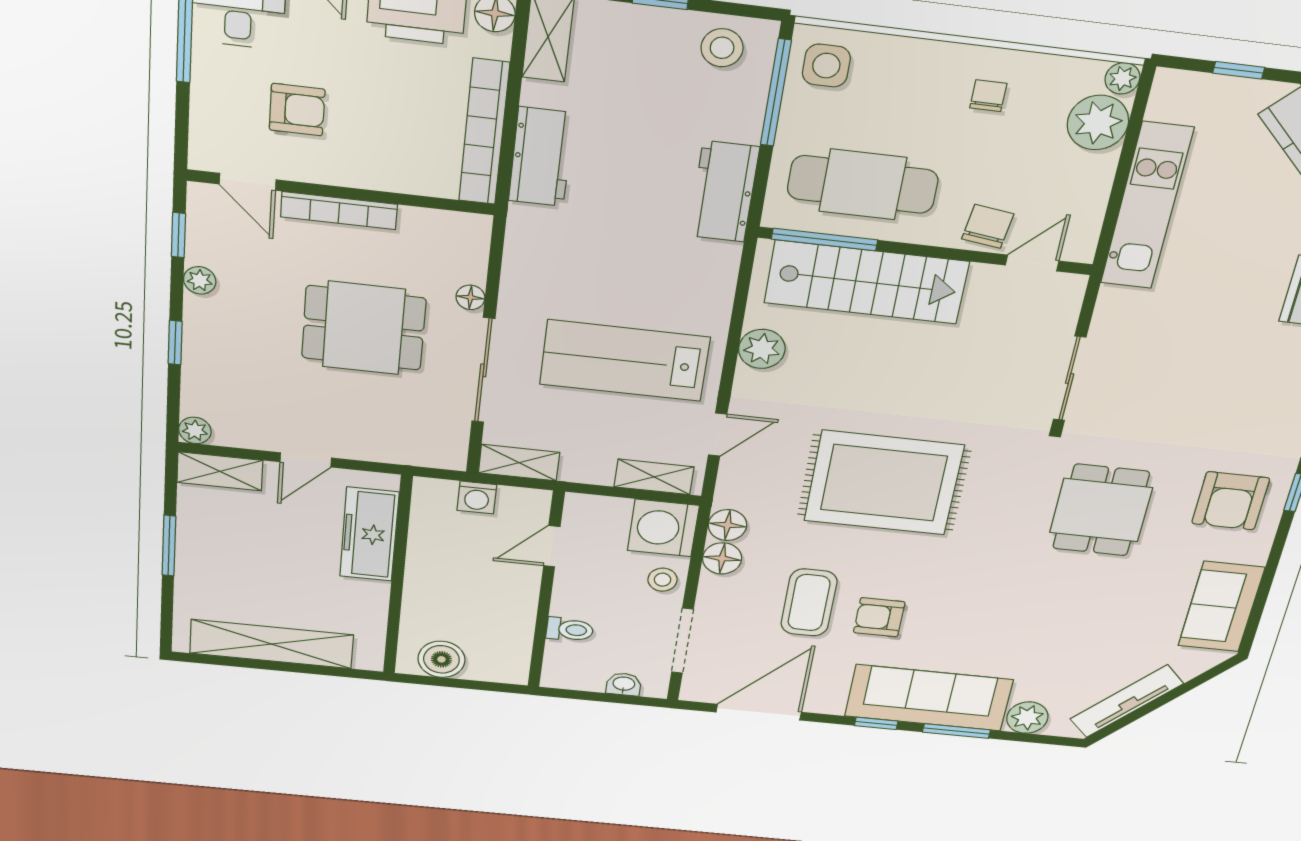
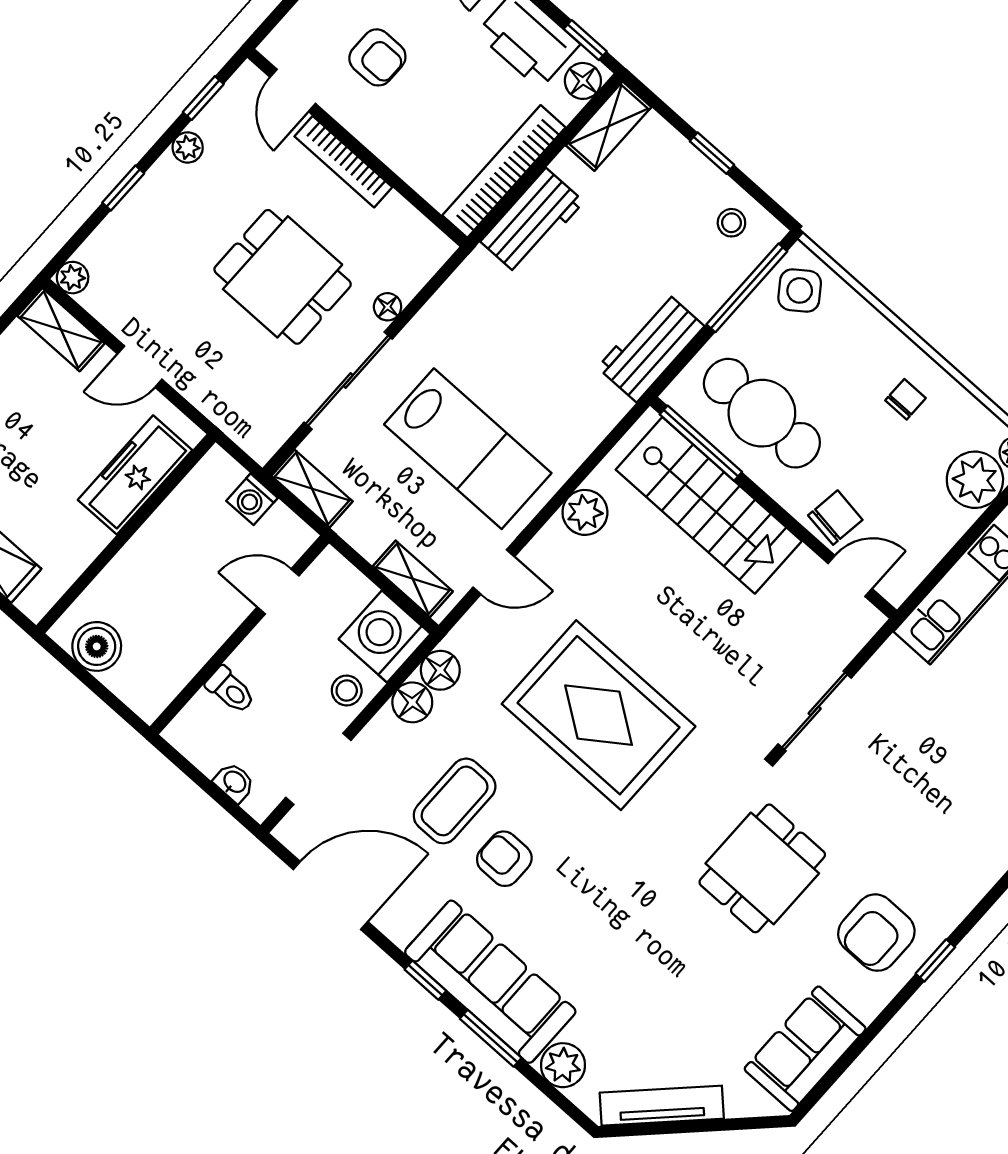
stool: (722, 48) -> (731, 223), width x0.73, depth x0.73
side table: (826, 66) -> (800, 290), turned -36
lab bench: (625, 361) -> (468, 449), turned 180

